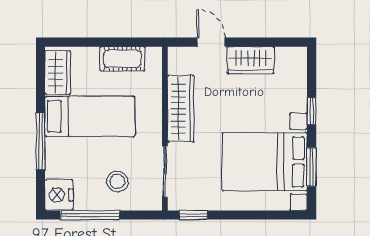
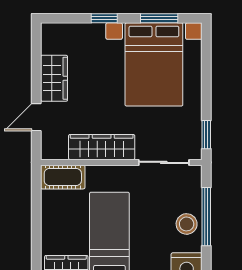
cot: (122, 59) -> (63, 177), moved, turned 90
stool: (117, 181) -> (187, 224), moved
window: (90, 215) -> (206, 217), moved

